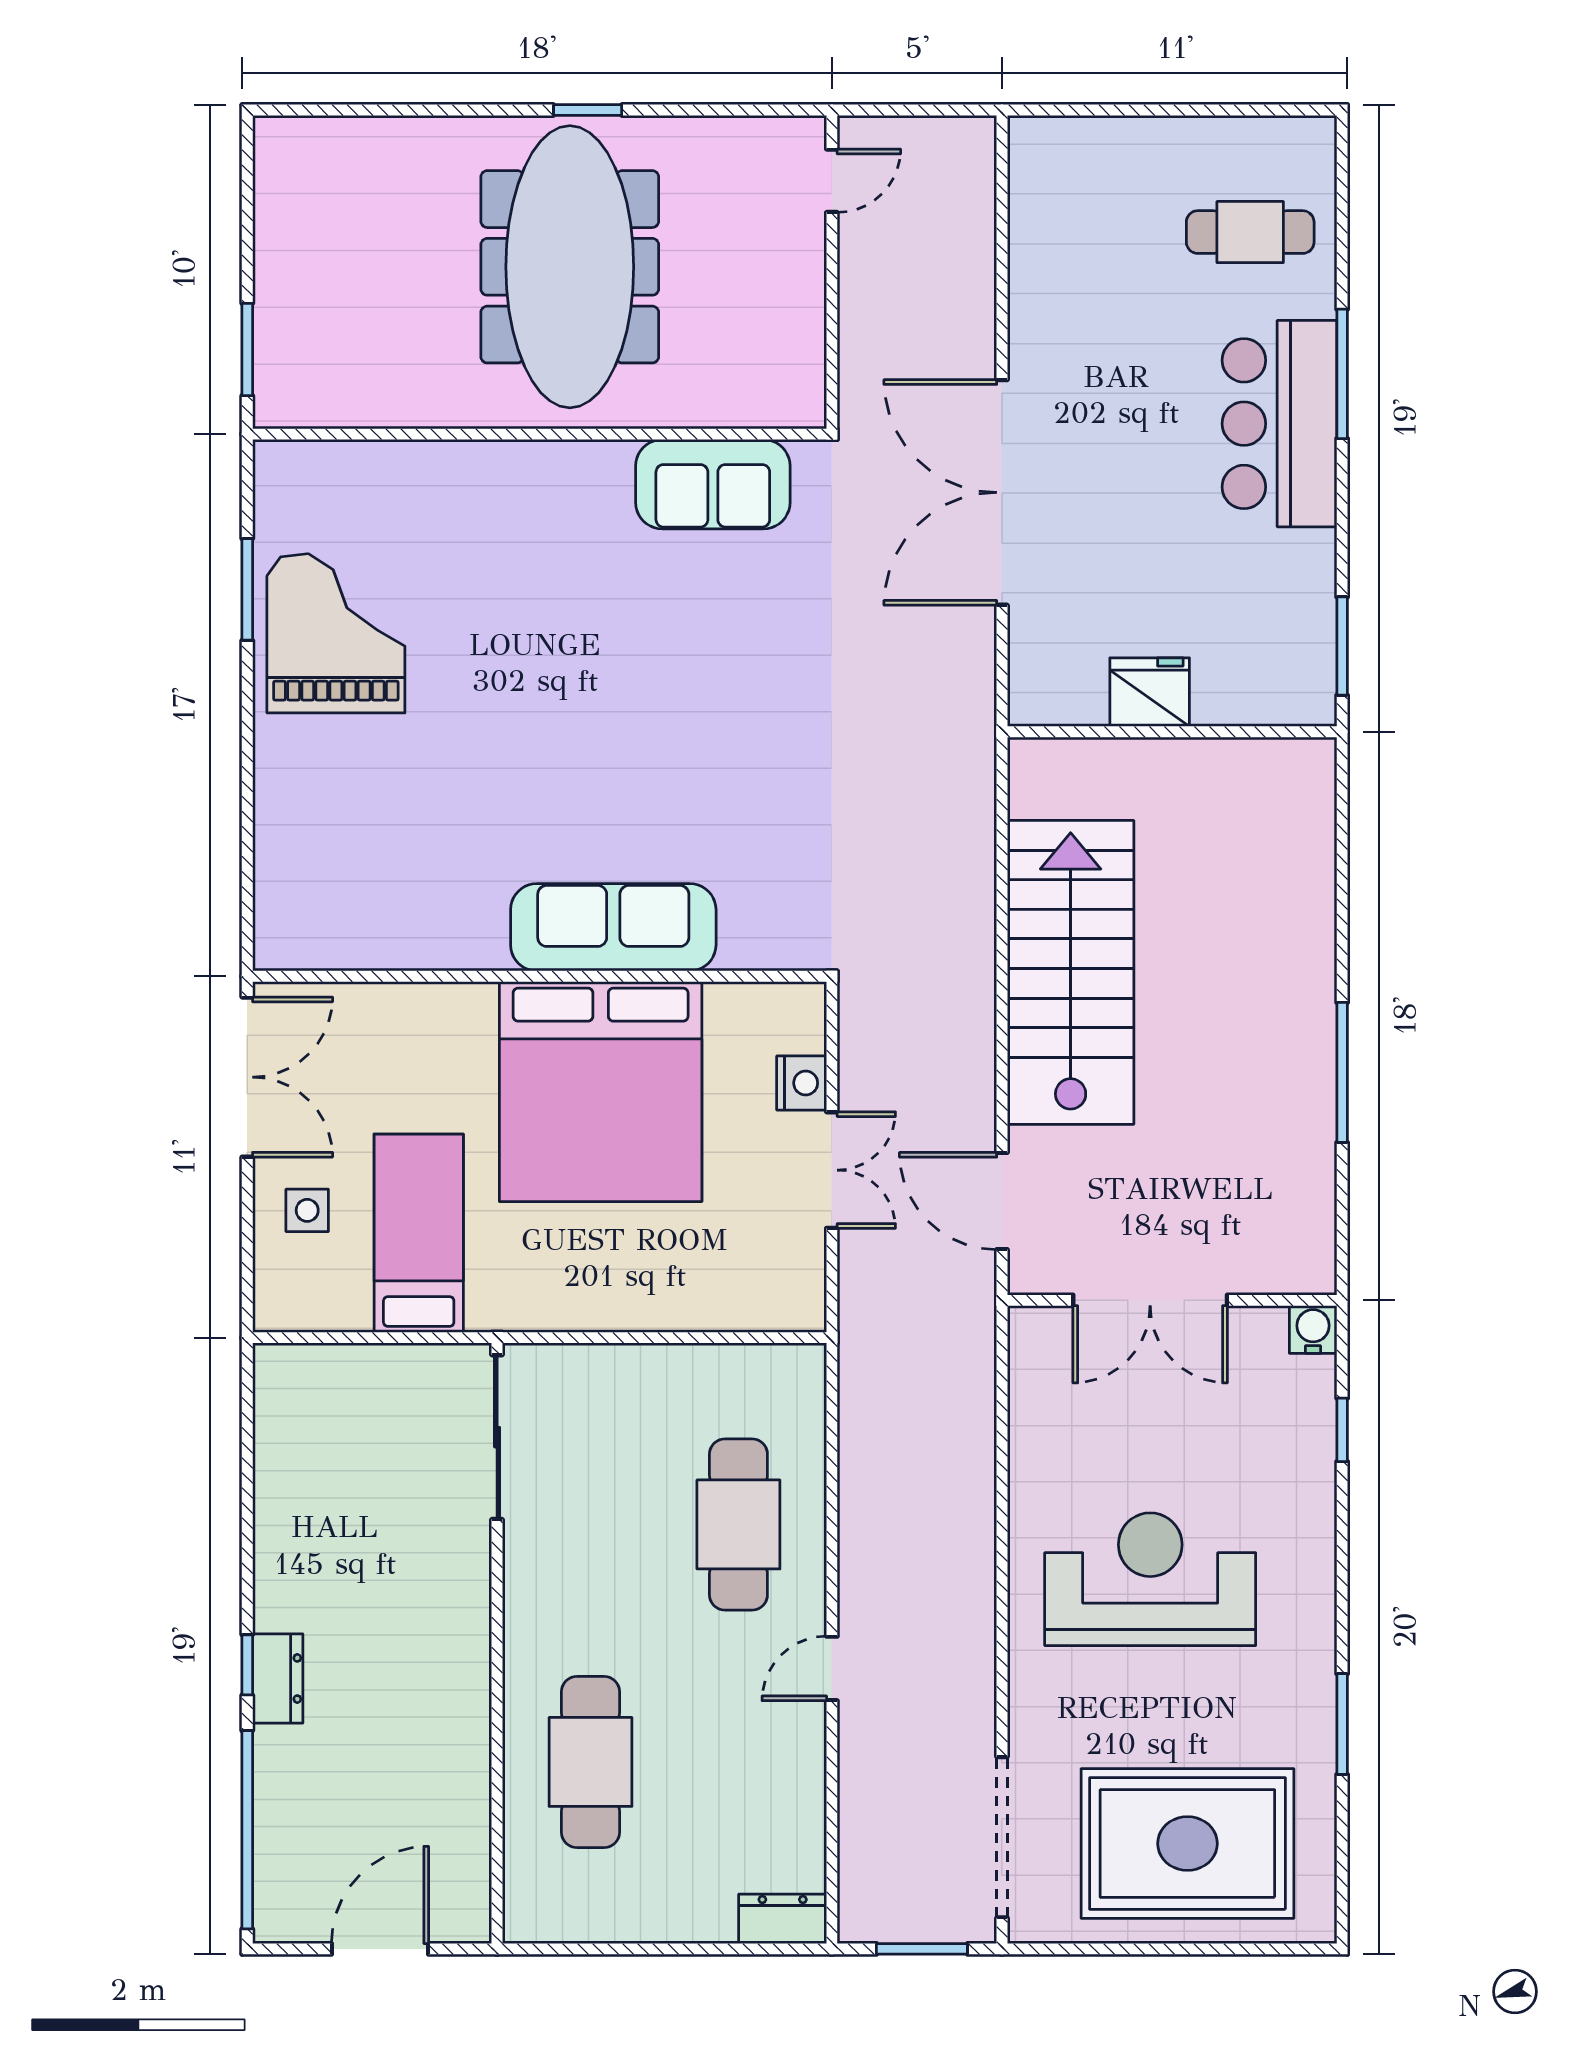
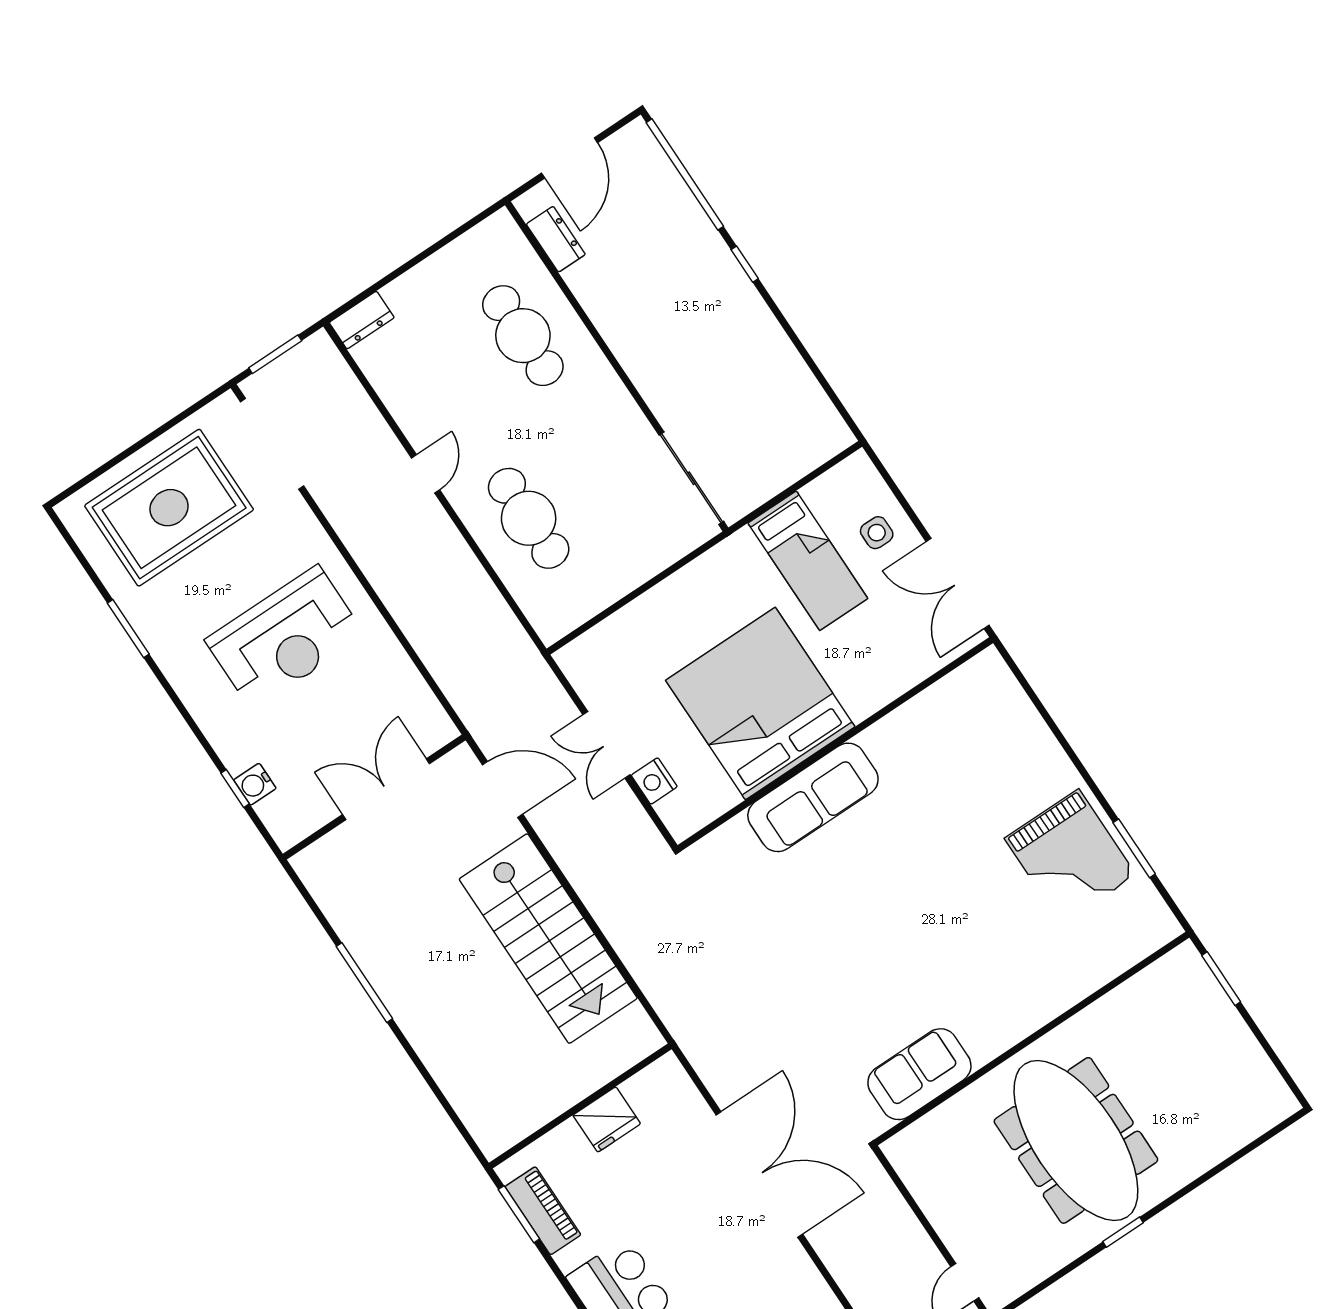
piano: (1309, 630) -> (543, 1211), added
water cooler: (1313, 1330) -> (255, 784), moved, turned 90
dresser: (278, 1678) -> (556, 239), moved, turned 180

